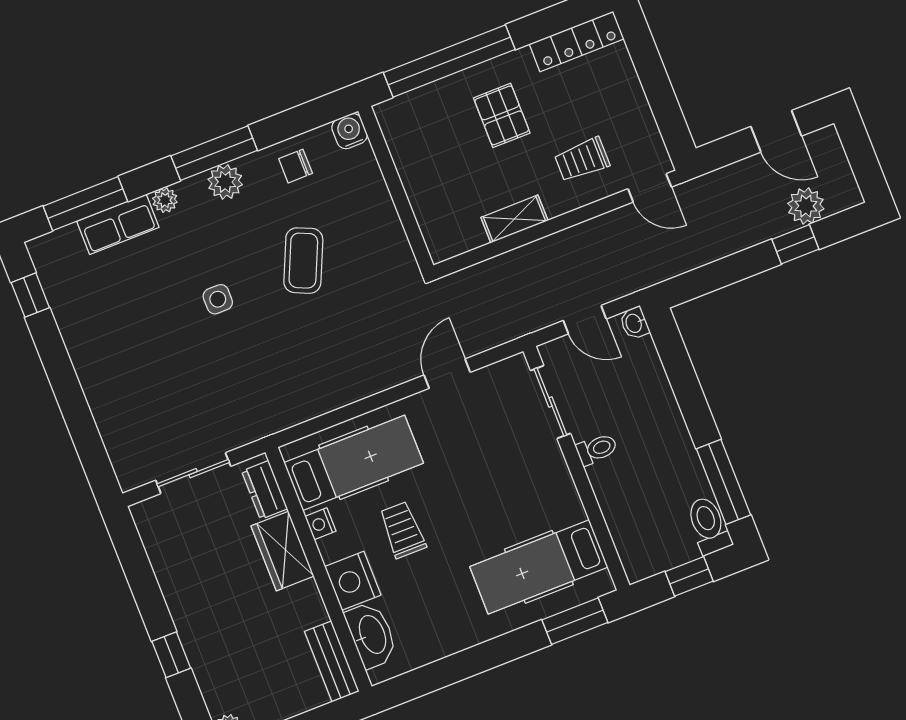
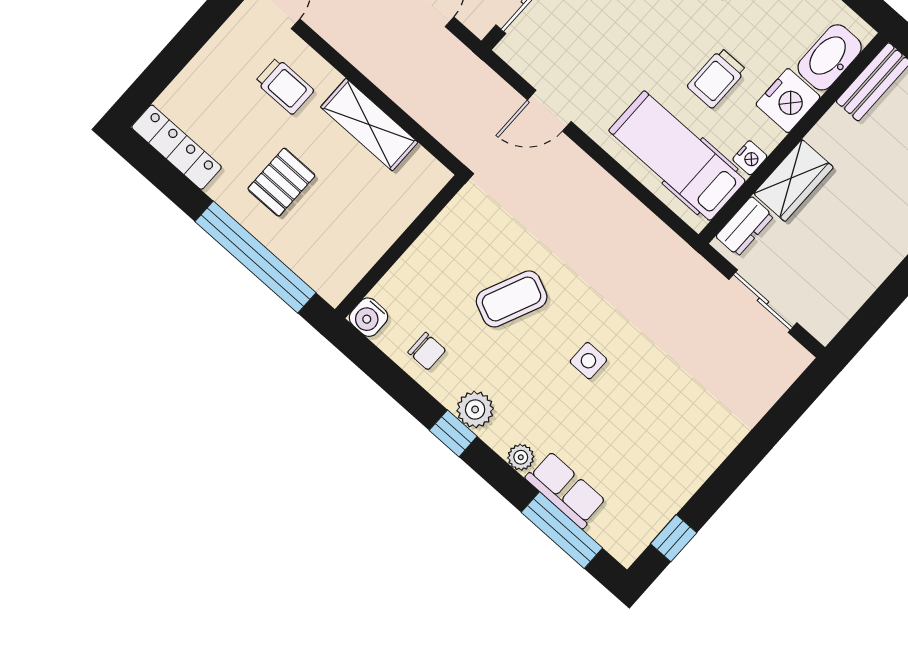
window: (214, 153) -> (453, 433), width x0.46
shelving: (514, 219) -> (369, 125), width x1.50, depth x1.33

